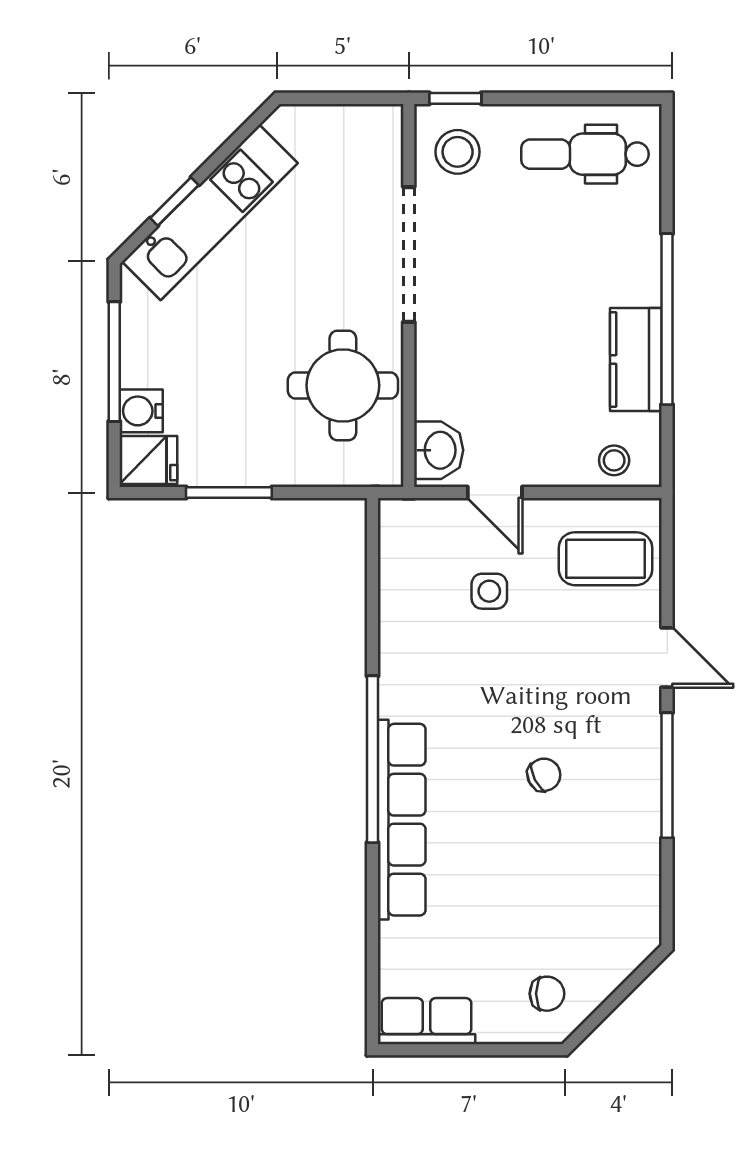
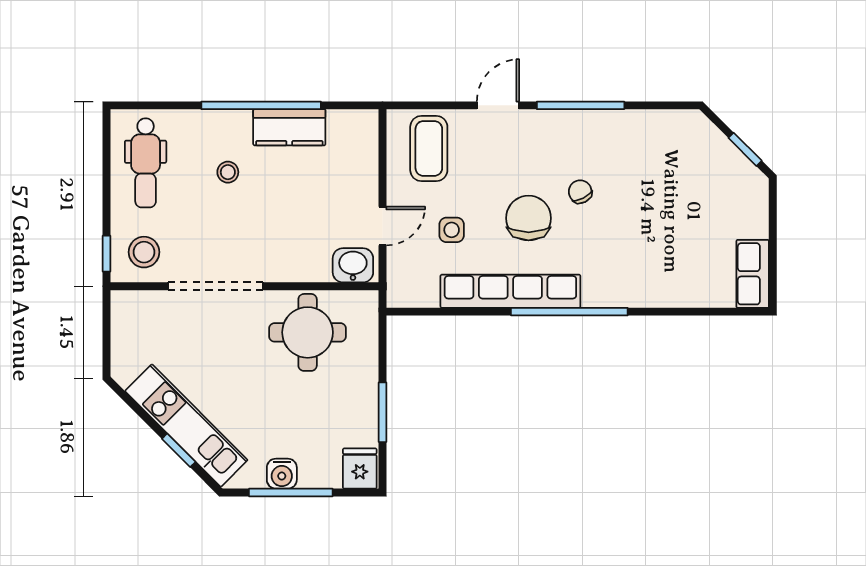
water cooler: (141, 411) -> (282, 474), moved
stool: (614, 460) -> (228, 172), moved
row of seats: (402, 820) -> (510, 291), moved
chair: (547, 994) -> (529, 218), moved, width x1.87, depth x1.87
window: (604, 1010) -> (745, 149), added

